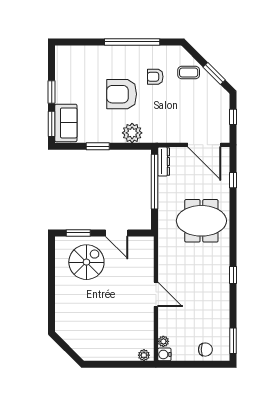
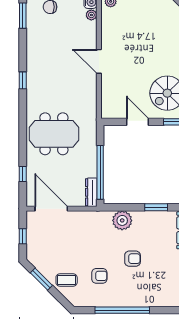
armchair: (122, 94) -> (133, 259), width x0.53, depth x0.53

